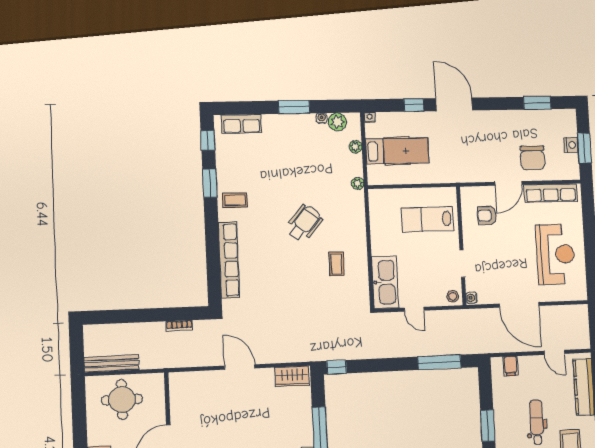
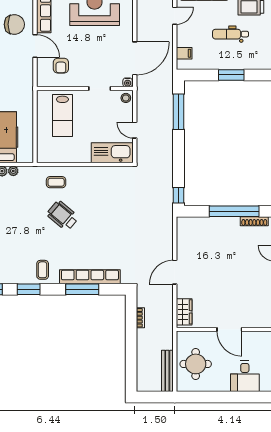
plant: (358, 183) -> (13, 171), moved
window: (213, 251) -> (82, 289), added
coffee table: (336, 264) -> (56, 182), moved
door: (519, 305) -> (135, 58), moved
door: (414, 309) -> (135, 130), swing flipped
wardrobe: (292, 376) -> (184, 312), moved

